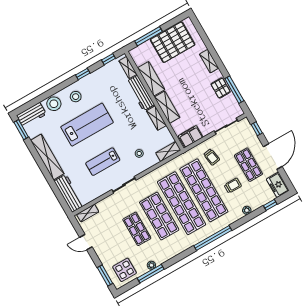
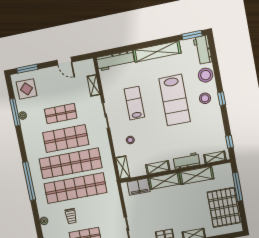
window: (83, 74) -> (222, 99), moved
workbench: (141, 93) -> (187, 161), width x0.73
filing cabinet: (191, 137) -> (139, 187), moved, turned 90
trolley: (212, 157) -> (104, 206), removed
shelving: (88, 213) -> (94, 85), moved
door: (86, 242) -> (64, 61), swing flipped

